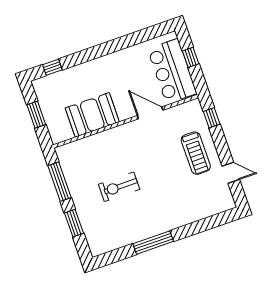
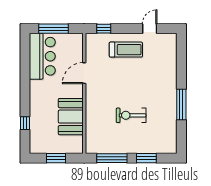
window: (191, 57) -> (53, 29), width x2.17
window: (52, 67) -> (25, 123), moved
bar counter: (172, 71) -> (42, 56), moved, turned -90
exercise bike: (119, 187) -> (131, 115), turned 90

